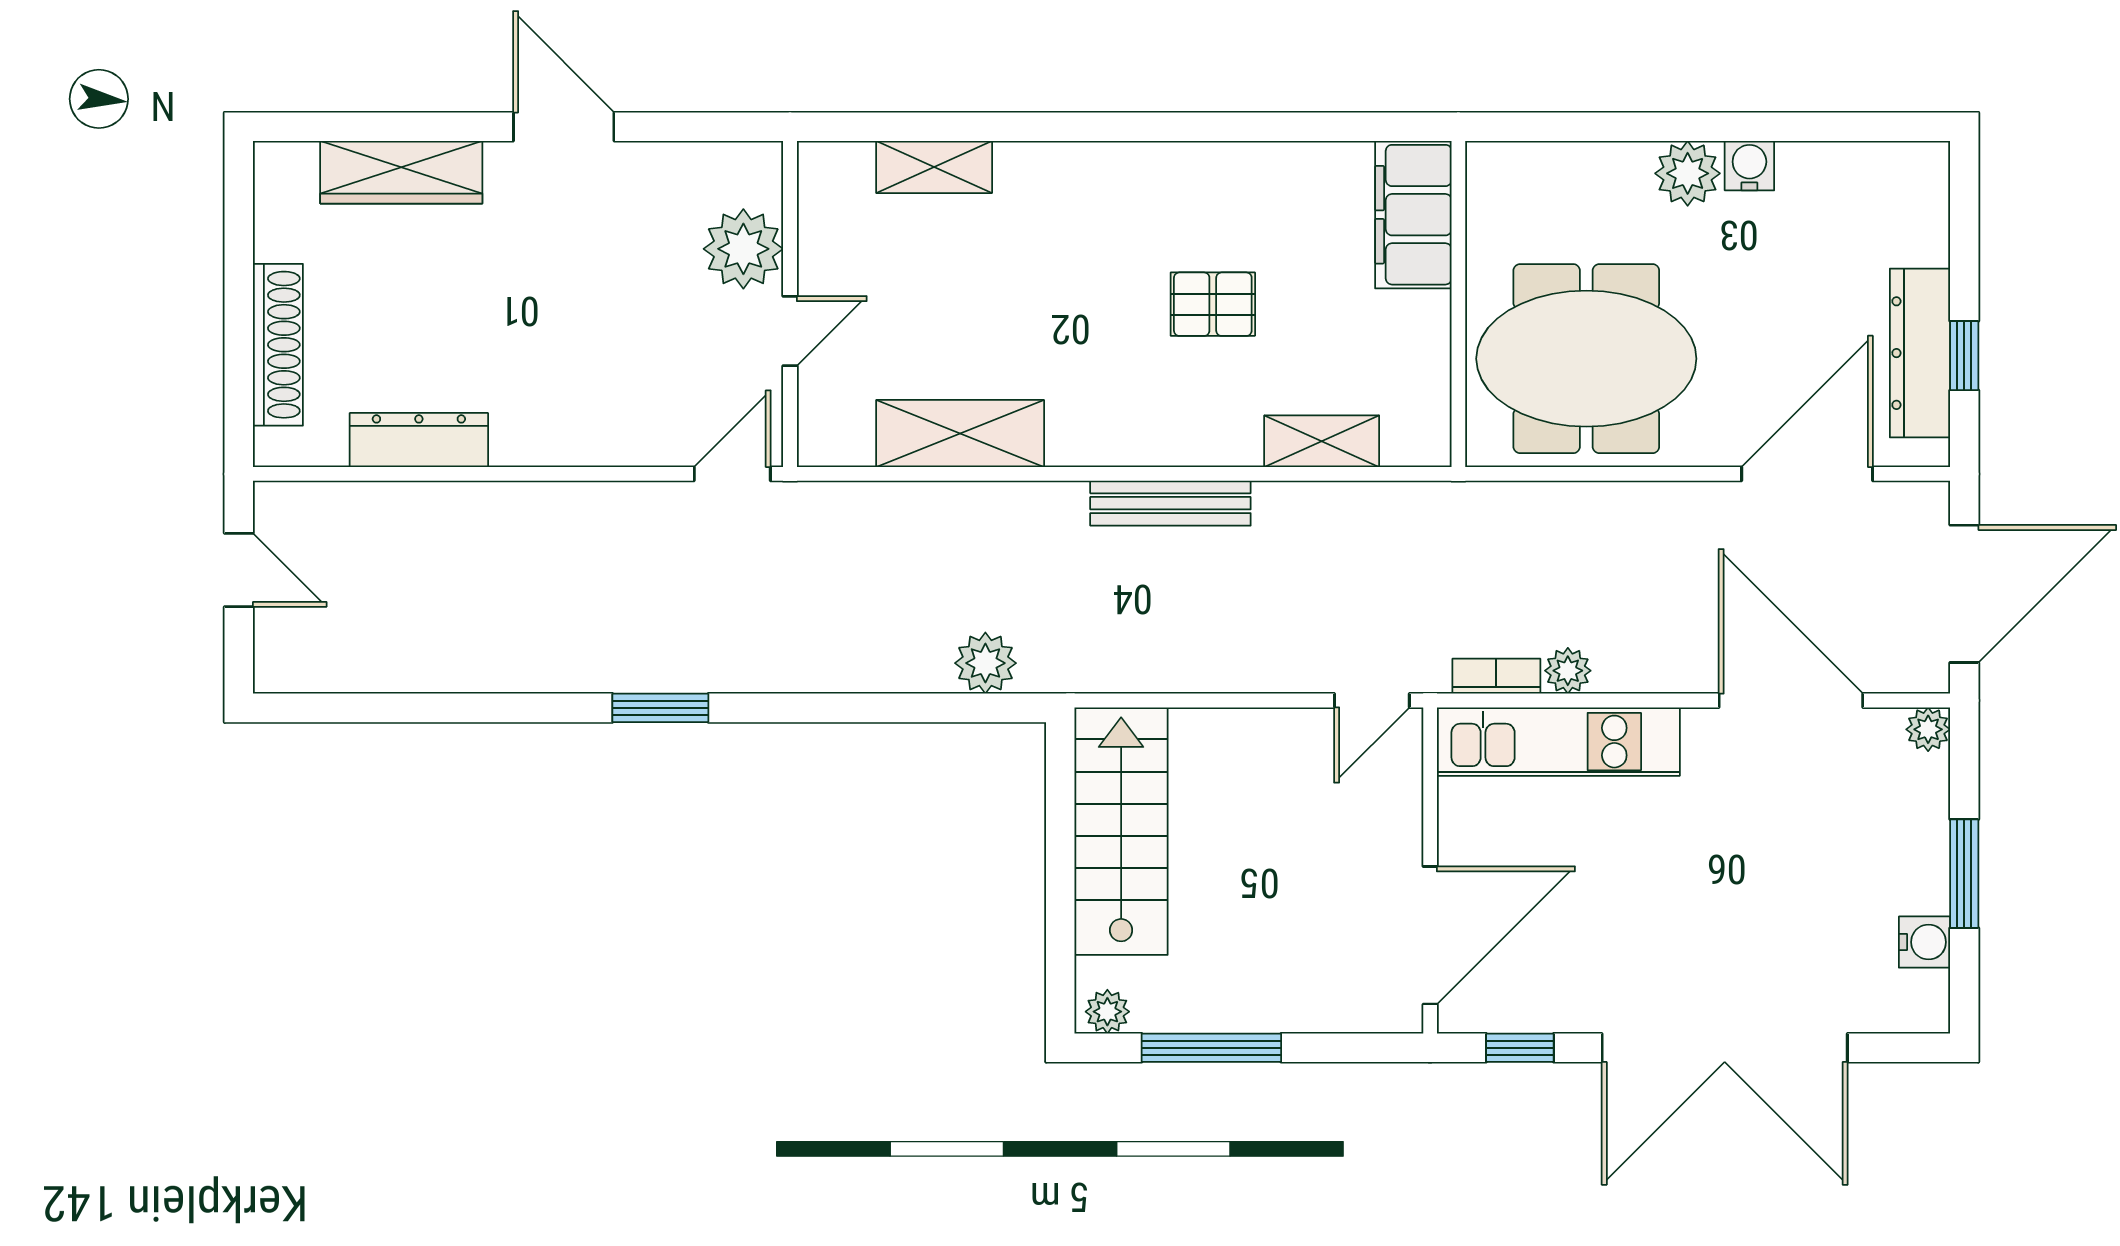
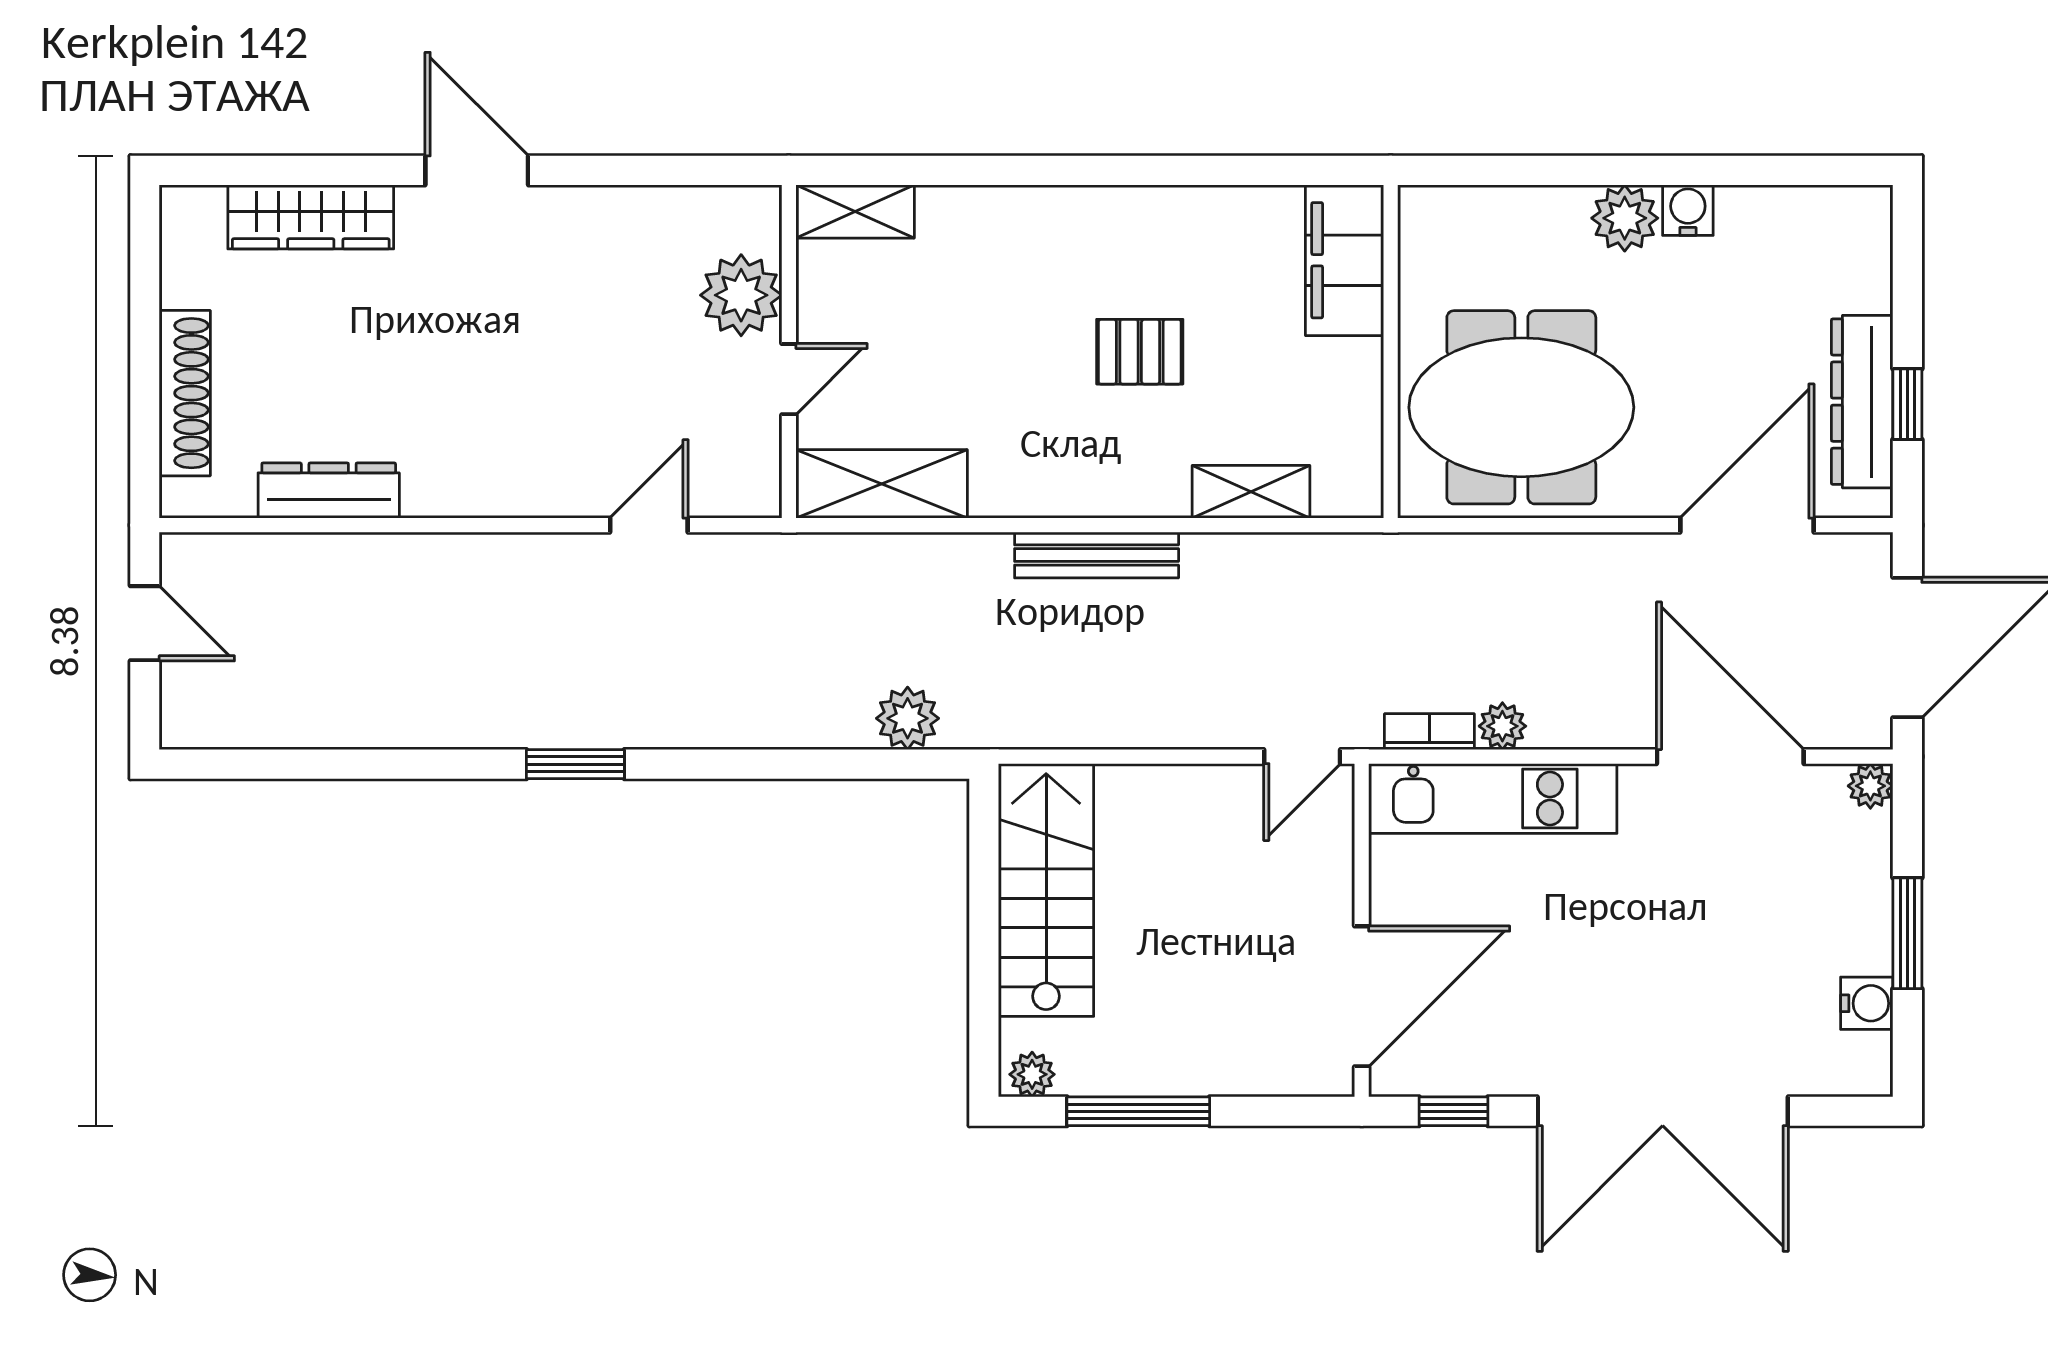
plant: (743, 249) -> (741, 295), moved
wall: (790, 304) -> (789, 351), moved
door: (790, 331) -> (789, 379), moved

